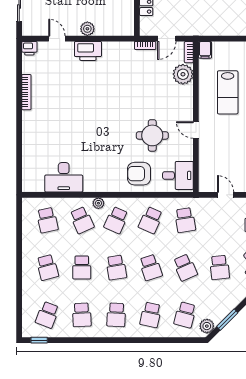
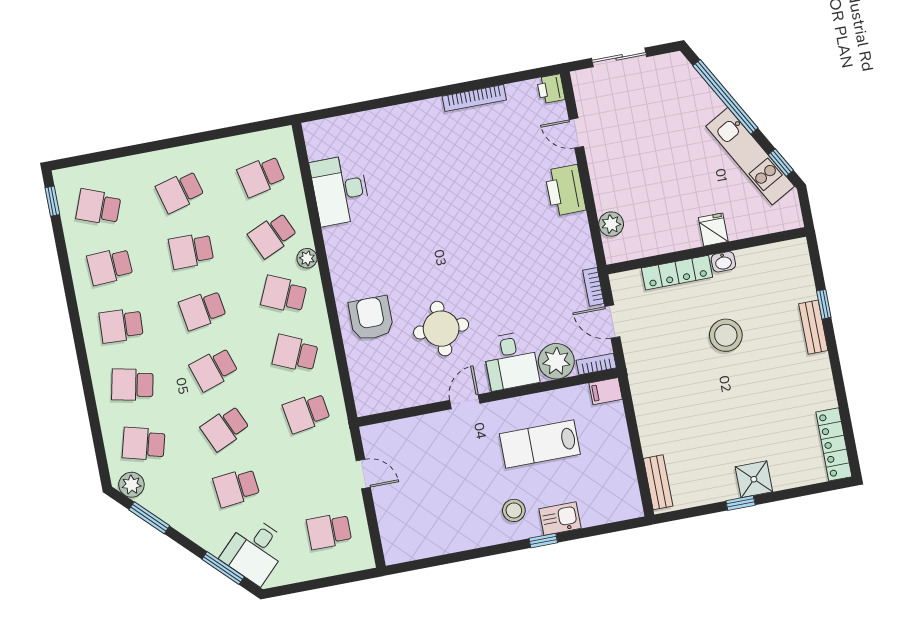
plant: (87, 29) -> (611, 224), moved
door: (57, 39) -> (576, 133), swing flipped
desk: (178, 175) -> (511, 361), moved
door: (226, 195) -> (363, 474), hinge flipped

